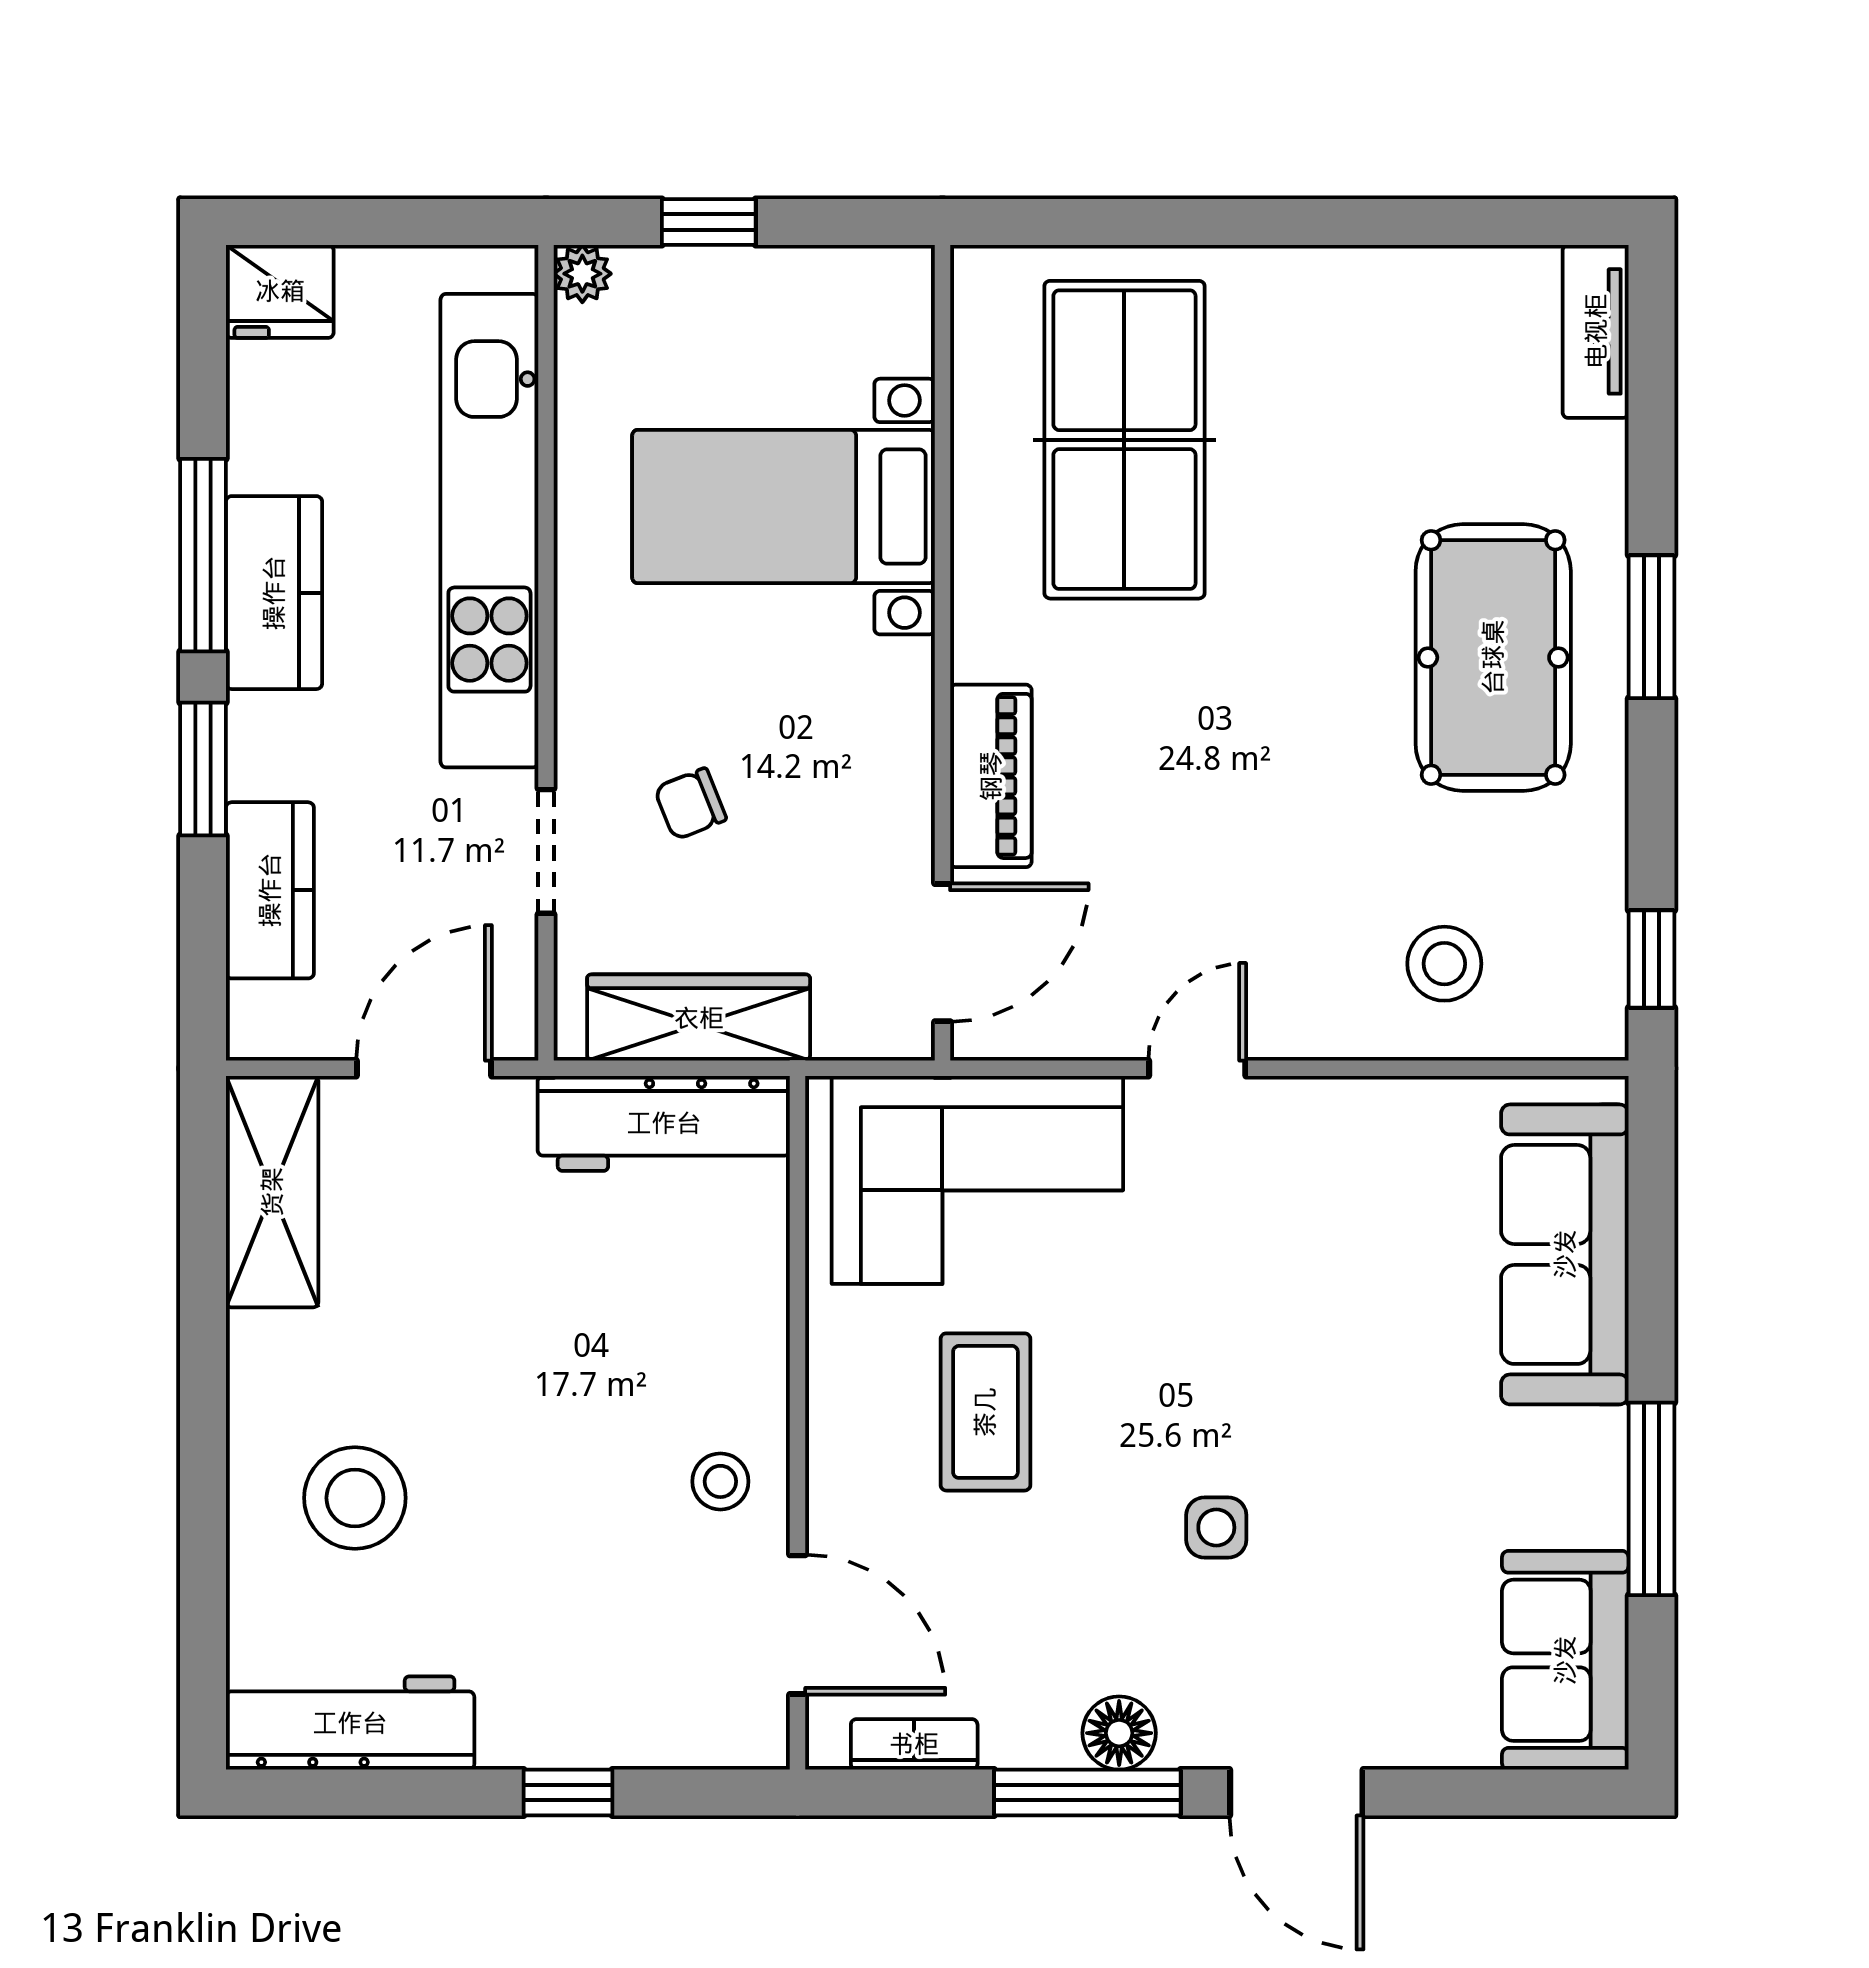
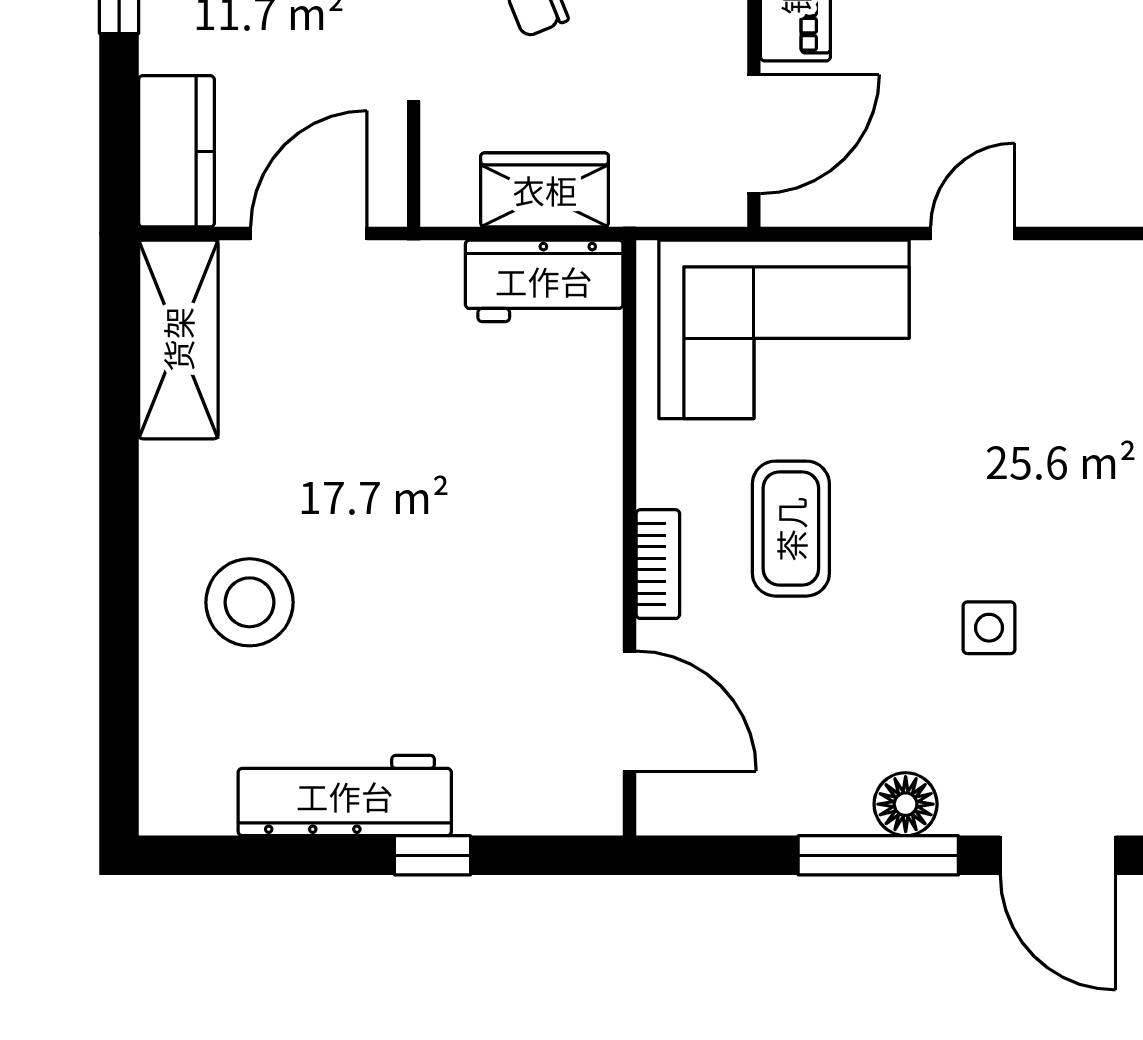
kitchen counter: (270, 890) -> (177, 151), moved
wardrobe: (699, 1018) -> (545, 190), width x0.67
workbench: (664, 1123) -> (544, 281), width x0.73
stool: (720, 1481) -> (563, 588), removed
workbench: (350, 1723) -> (345, 796), moved
bookcase: (914, 1744) -> (658, 564), moved, turned 90

